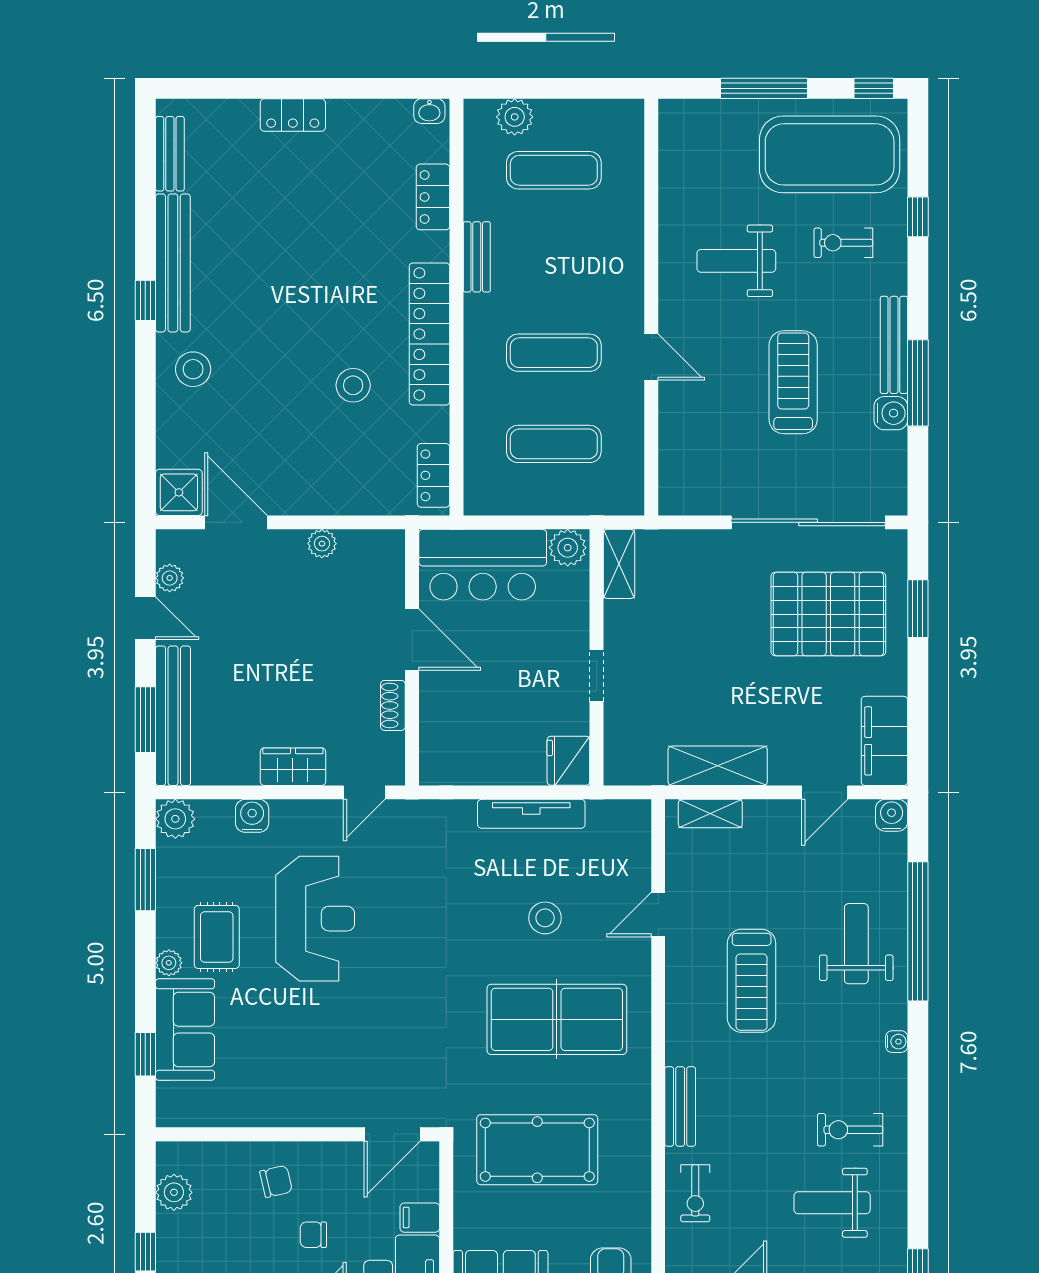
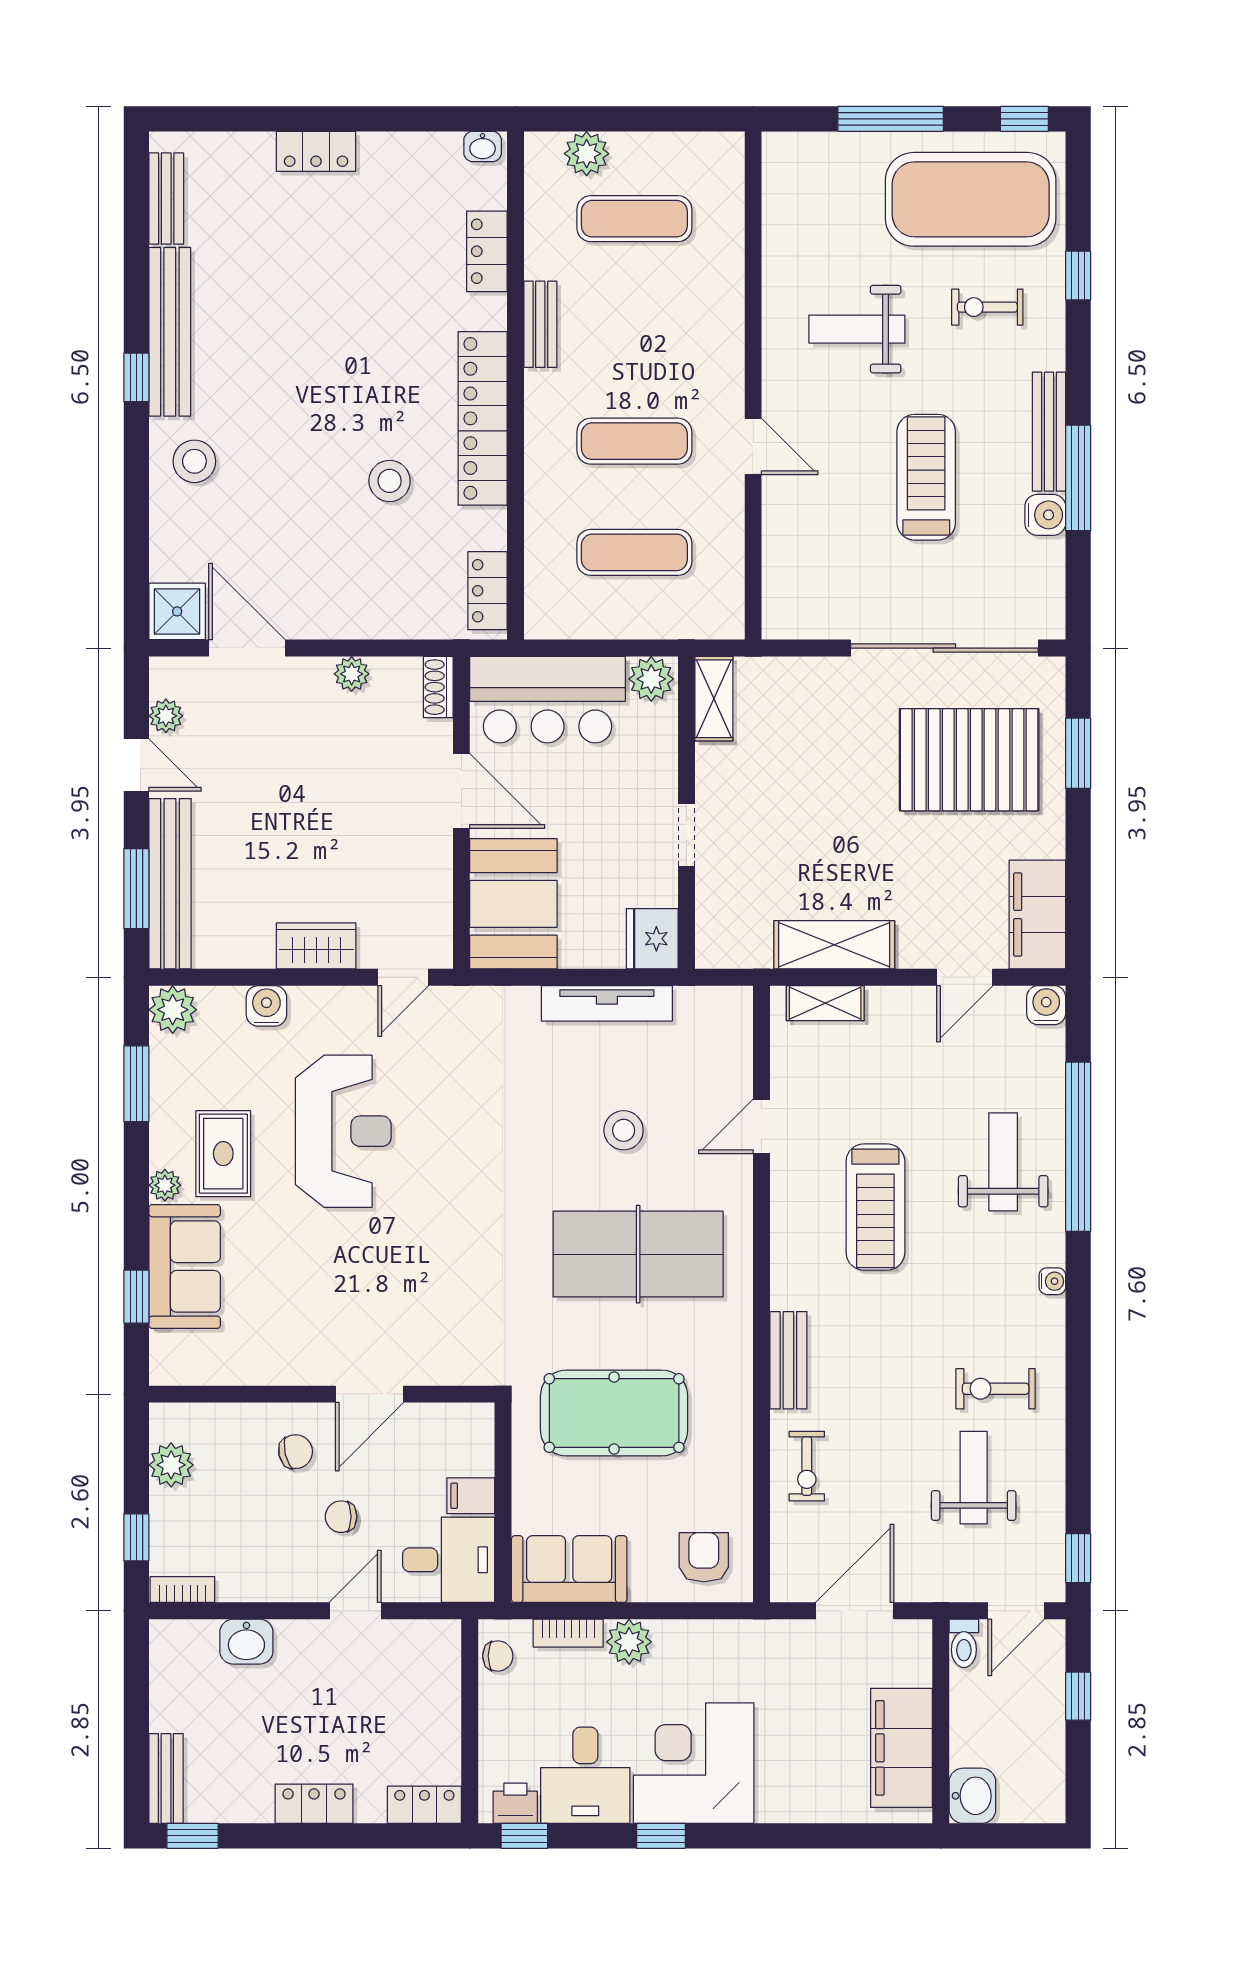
shoe rack: (393, 705) -> (438, 687), moved
booth: (455, 732) -> (513, 904), added
door: (392, 1134) -> (369, 1394), moved
weight bench: (832, 1203) -> (974, 1478), turned 90

